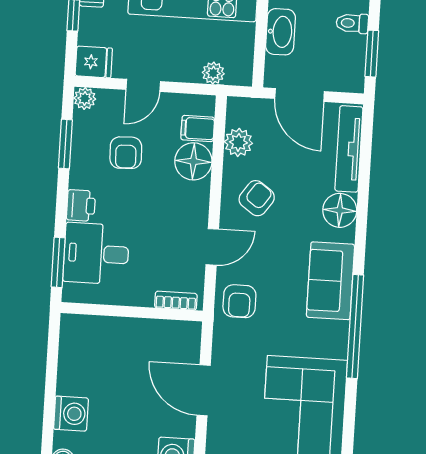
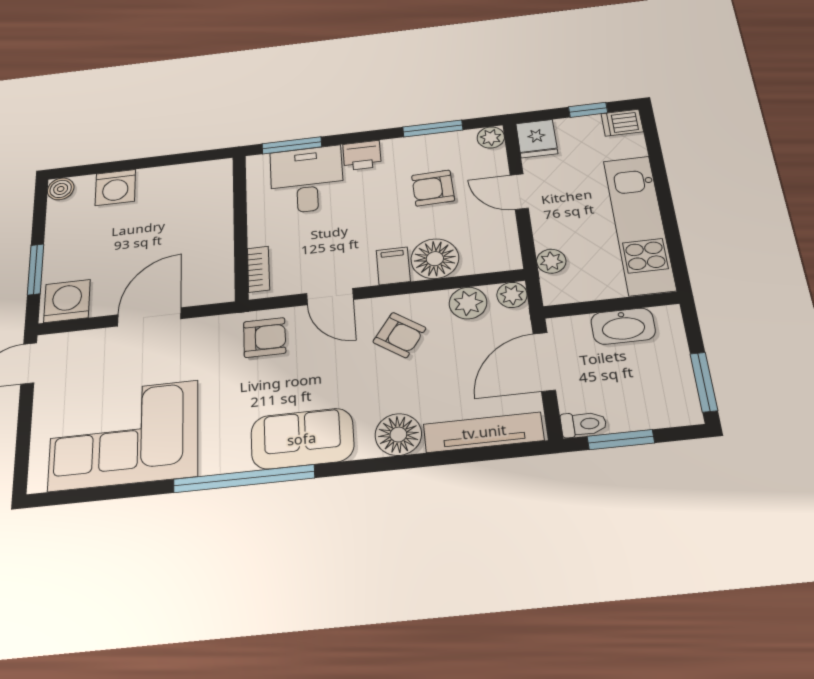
toilet: (352, 23) -> (584, 424), moved, turned 90
plant: (238, 108) -> (512, 295), added
filing cabinet: (198, 129) -> (393, 266), moved
armchair: (239, 301) -> (265, 337), turned 180

